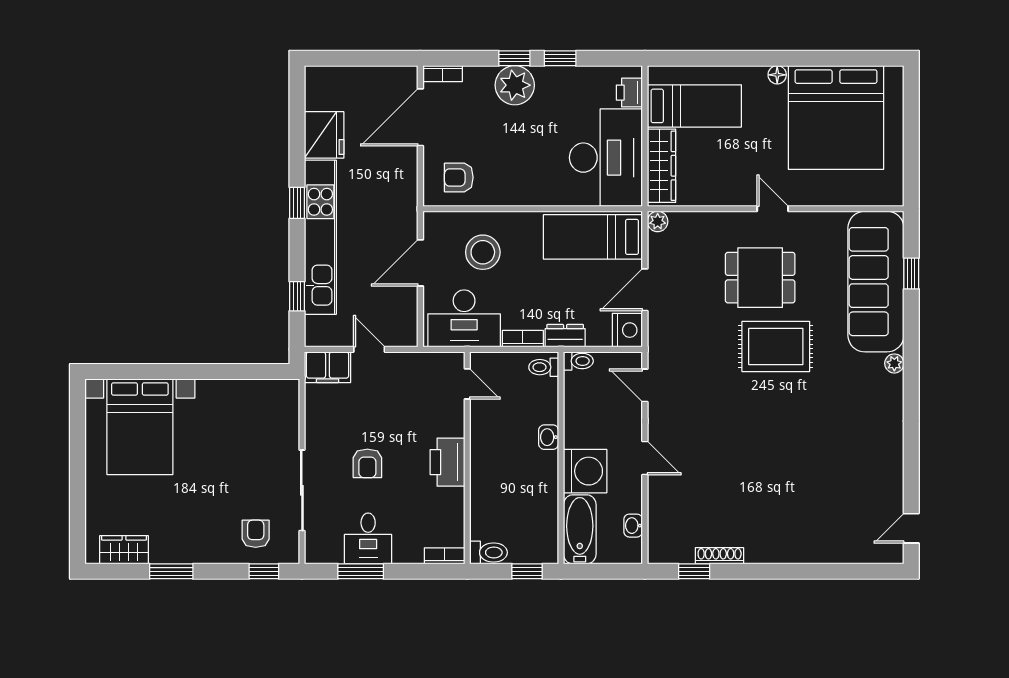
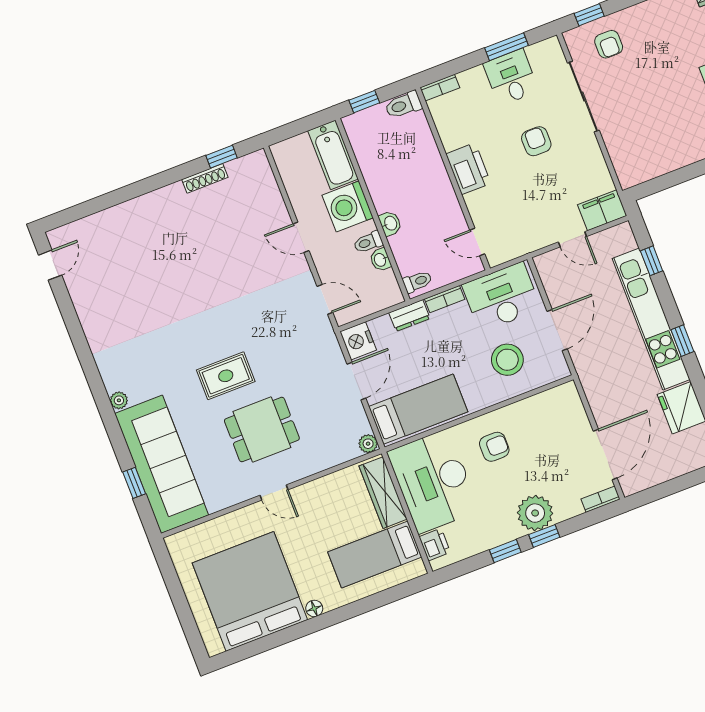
armchair: (459, 177) -> (494, 447), moved
rug: (776, 347) -> (226, 376), width x0.73, depth x0.70
toilet: (578, 361) -> (368, 242), moved
washbasin: (633, 526) -> (380, 260), moved, turned 180

